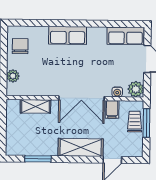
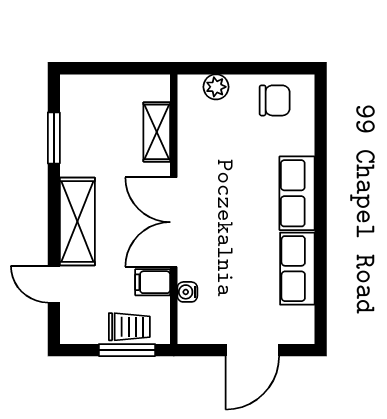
row of seats: (125, 36) -> (297, 269), moved
plant: (136, 89) -> (193, 328), removed

